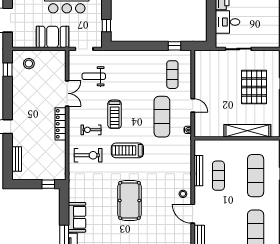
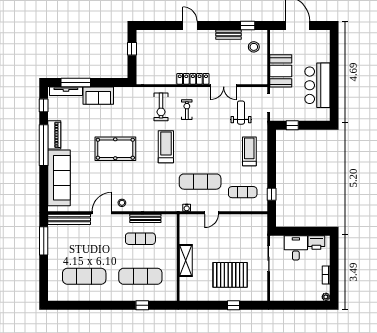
treadmill: (115, 114) -> (249, 151), moved, turned 90
shelving: (247, 131) -> (186, 261), width x0.68
bench: (17, 159) -> (228, 35), moved
window: (48, 184) -> (132, 49), moved

